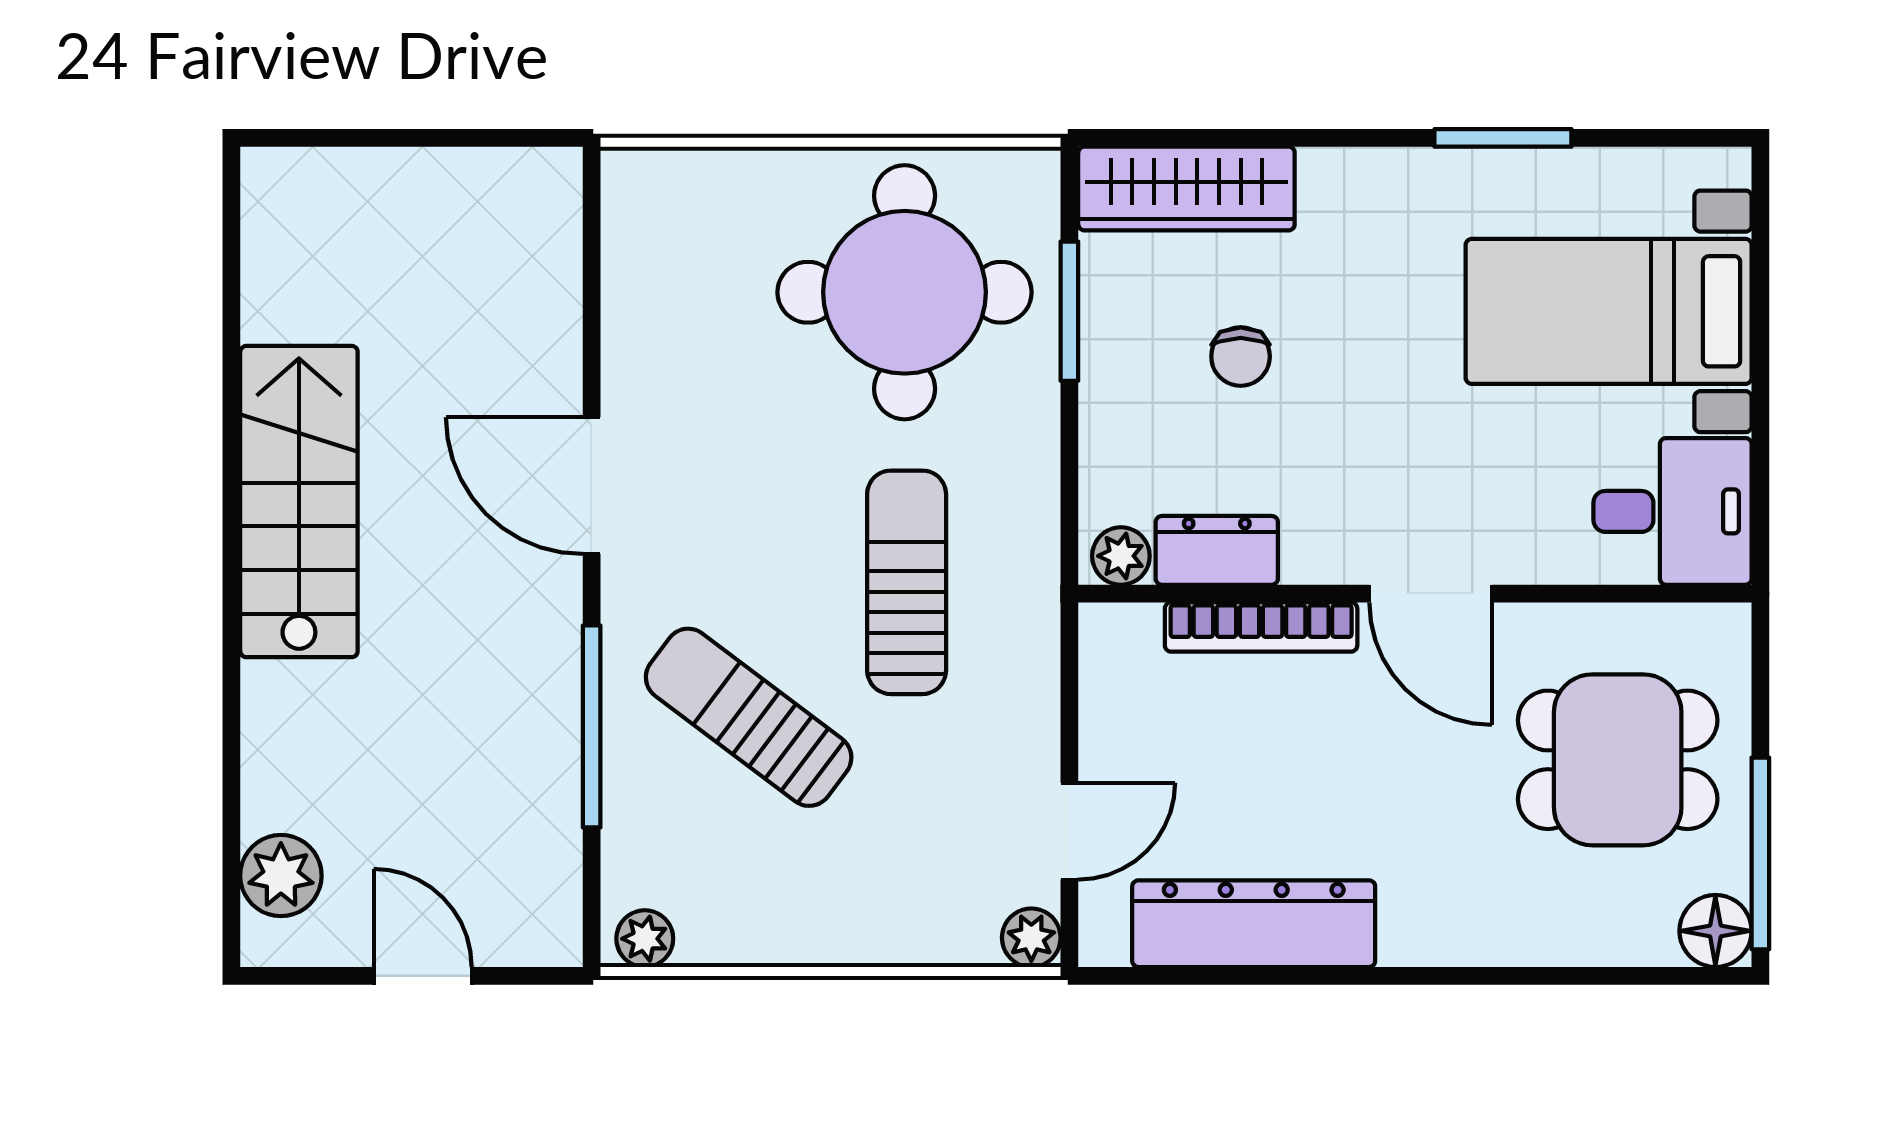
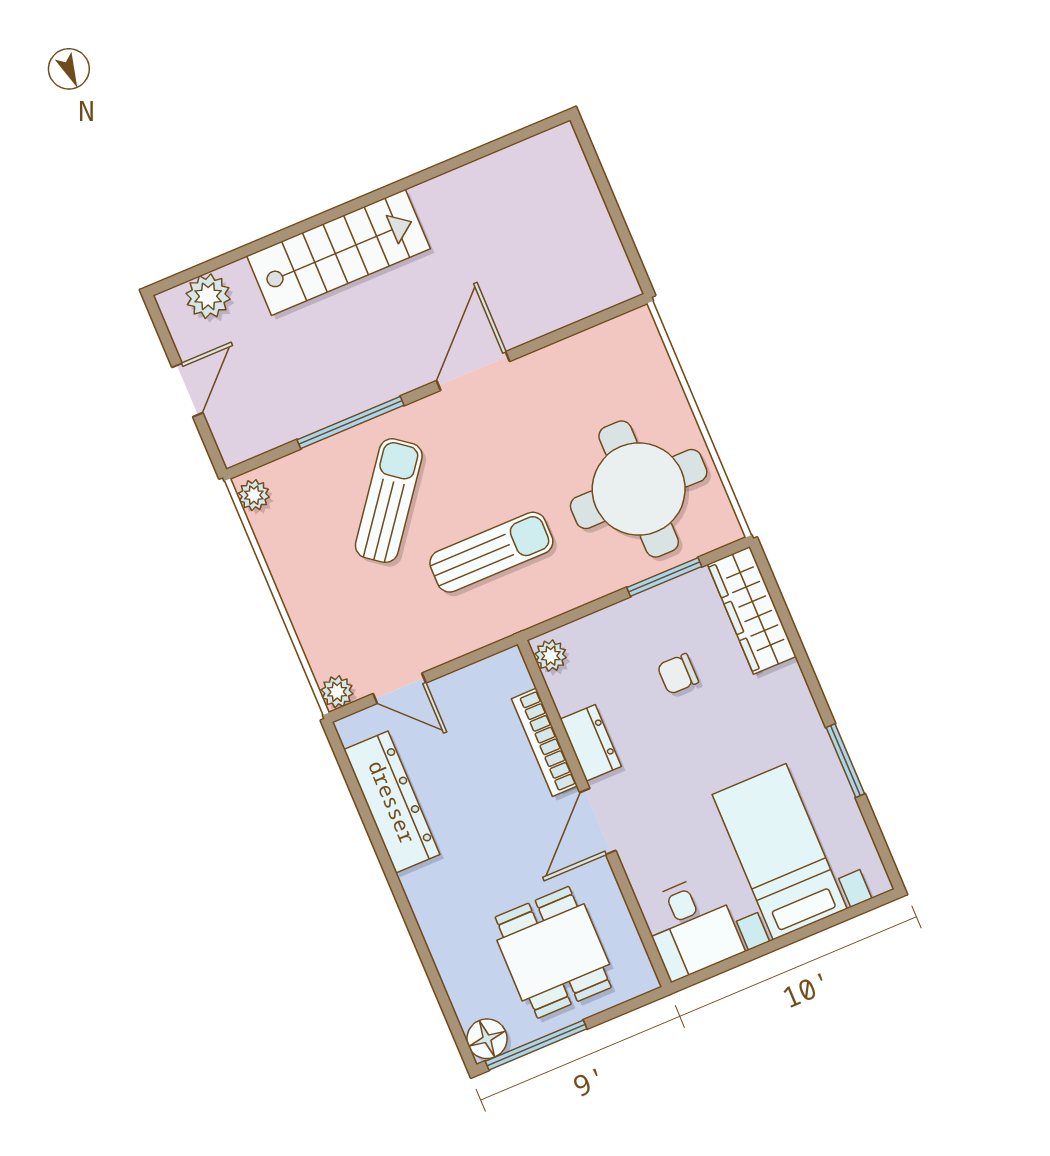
stairs: (299, 502) -> (338, 252), moved
dresser: (1217, 550) -> (591, 743), moved

